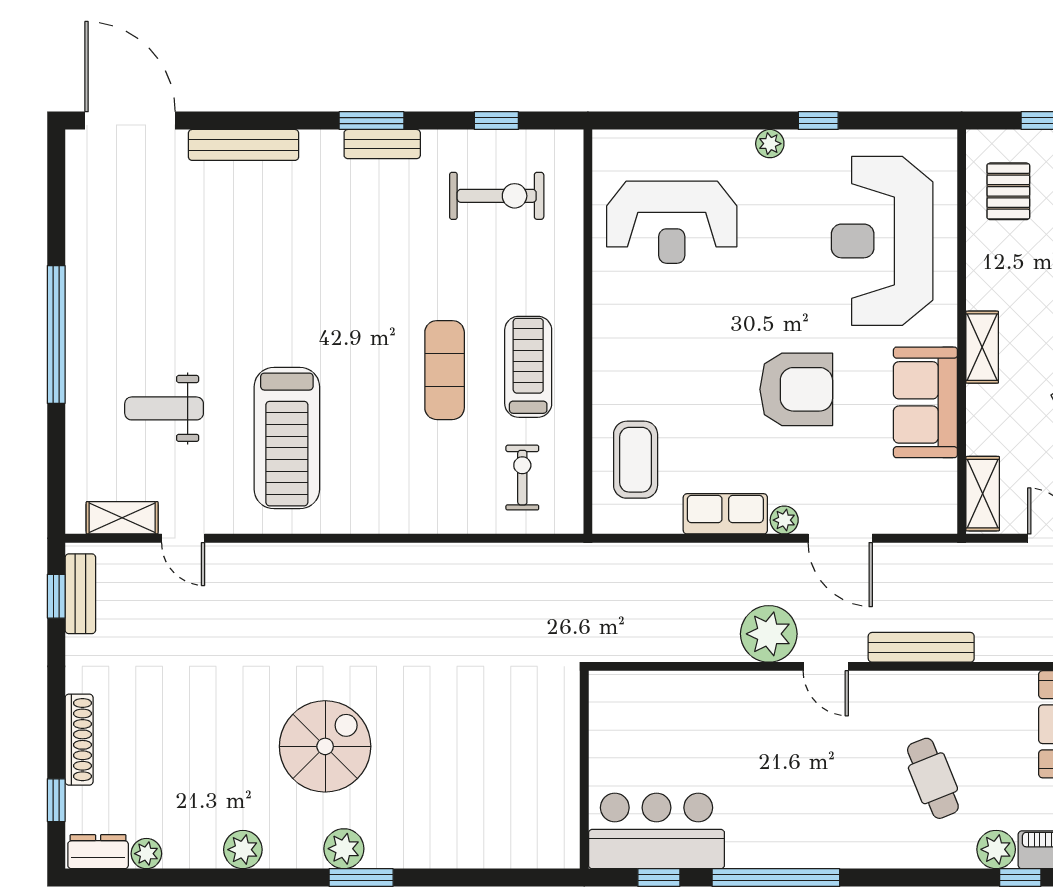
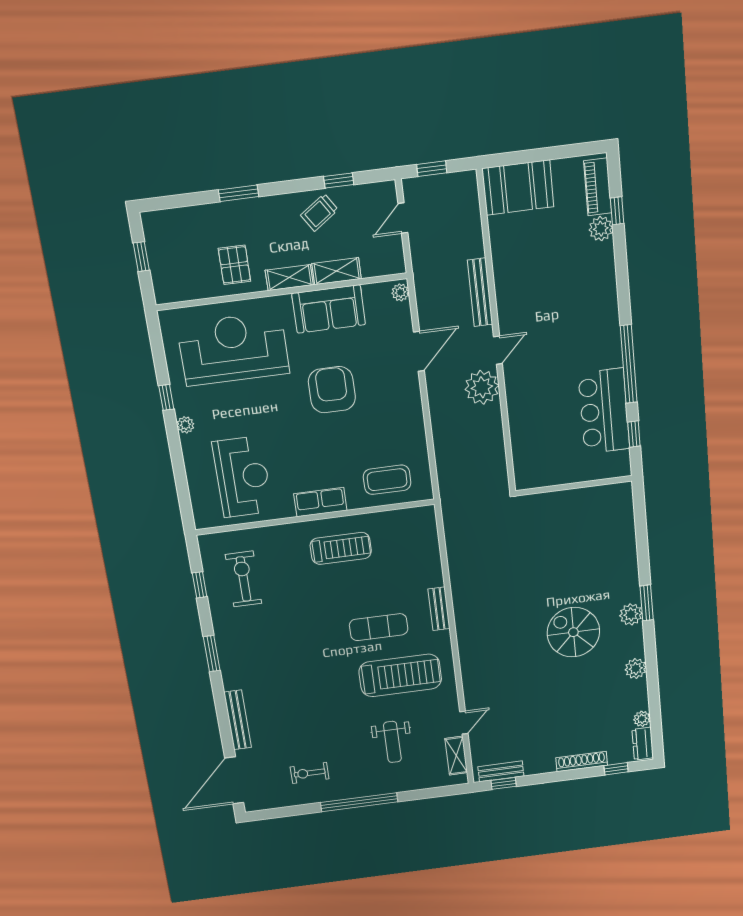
bench: (382, 144) -> (439, 609), moved
pallet: (1008, 191) -> (234, 265), moved, turned 90
reception desk: (882, 241) -> (233, 349), turned 180
treadmill: (528, 367) -> (341, 548), turned 180
exercise mat: (445, 370) -> (379, 627), moved
exercise bike: (522, 478) -> (310, 773), moved
shelving: (983, 494) -> (337, 271), moved
row of seats: (725, 514) -> (320, 502), moved, turned 90
plant: (784, 520) -> (400, 292), moved
cafe table: (933, 778) -> (560, 275), removed
bar counter: (656, 831) -> (604, 411), moved

